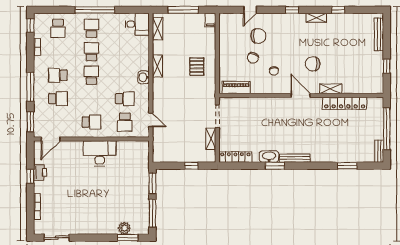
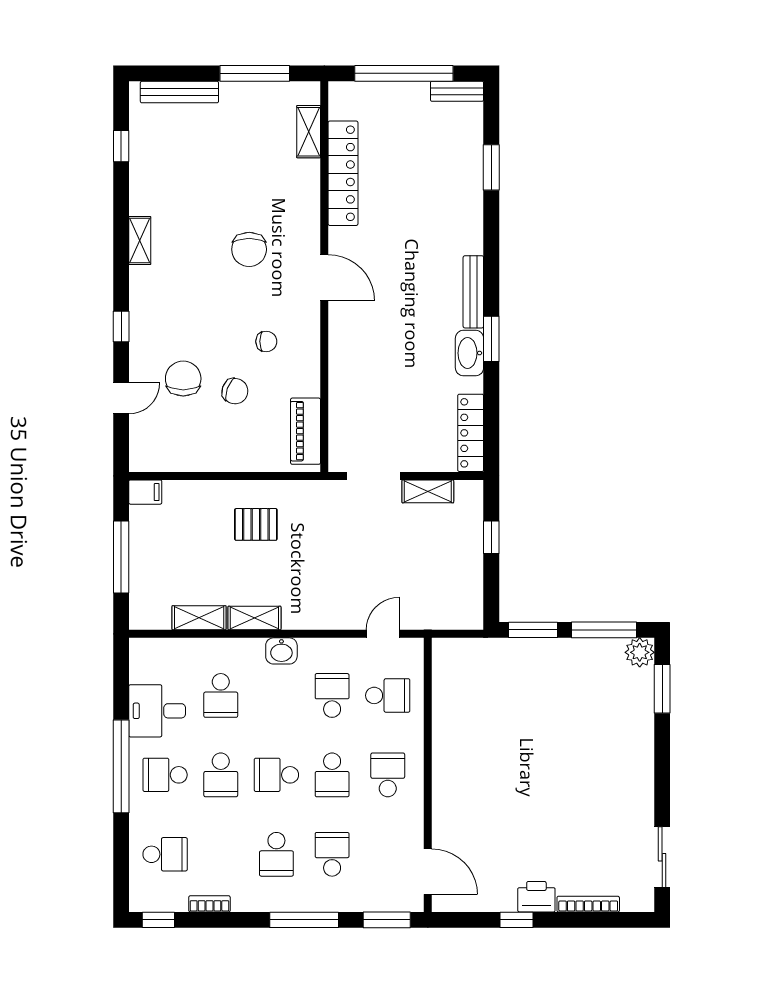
door: (250, 10) -> (121, 398), hinge flipped
window: (292, 10) -> (121, 327), moved
window: (338, 10) -> (121, 146), moved
desk: (137, 24) -> (157, 711), moved, turned -90
shelving: (158, 29) -> (199, 618), moved
school desk: (91, 52) -> (221, 775), turned -90
school desk: (125, 52) -> (221, 695), added
window: (387, 66) -> (255, 73), width x2.17
shelving: (331, 89) -> (309, 132), moved
door: (301, 95) -> (324, 278), swing flipped
school desk: (91, 99) -> (332, 775), added
desk: (100, 153) -> (462, 755), removed
printer: (40, 172) -> (536, 897), moved
plant: (124, 228) -> (640, 652), moved

